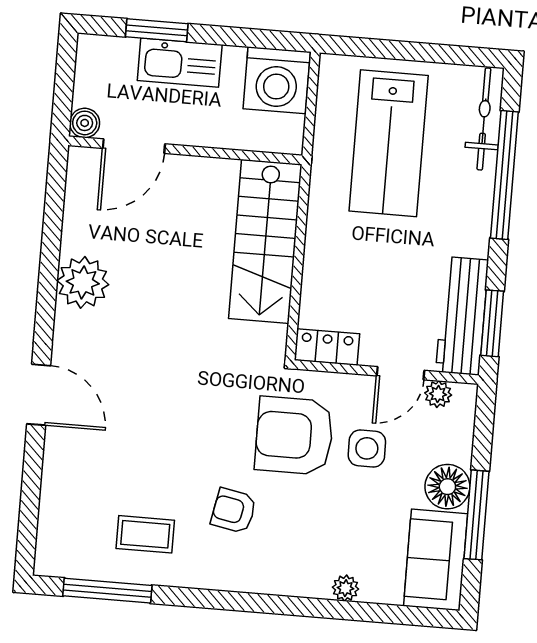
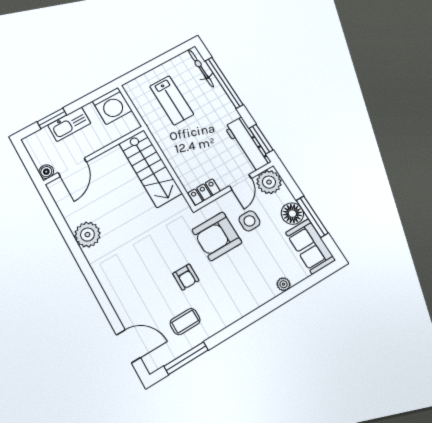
lab bench: (389, 143) -> (172, 100), width x0.73, depth x0.72
plant: (438, 394) -> (269, 182), width x1.87, depth x1.87
door: (39, 395) -> (128, 346), moved
armchair: (234, 511) -> (186, 277), moved, turned -101

